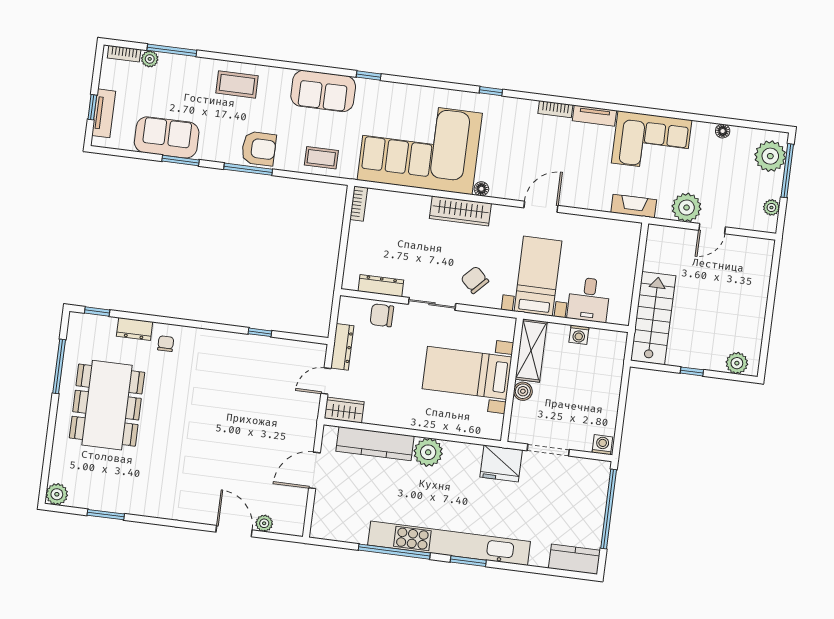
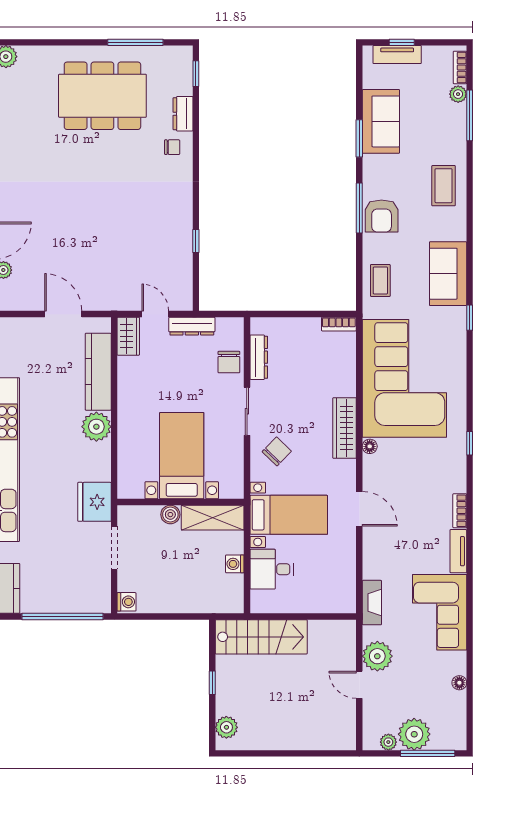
plant: (770, 156) -> (414, 734), moved
chair: (382, 315) -> (229, 362), turned 180

